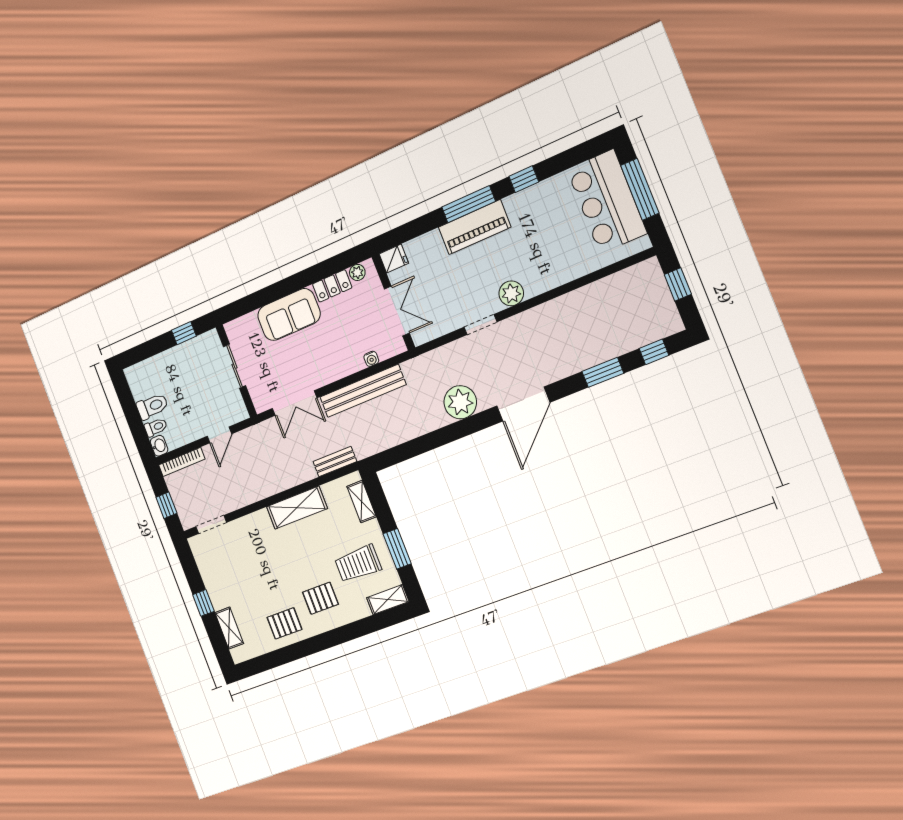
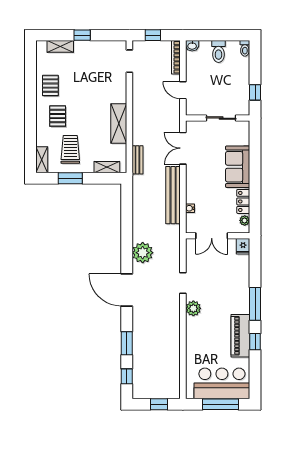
piano: (474, 227) -> (240, 336), moved
toilet: (156, 427) -> (245, 48), moved

